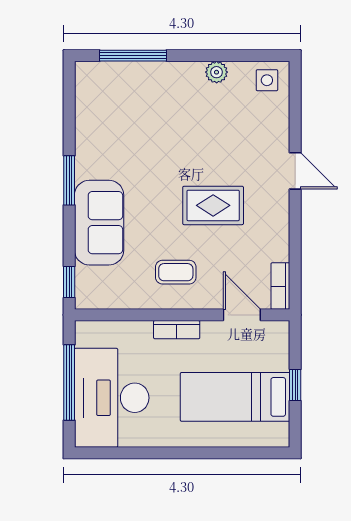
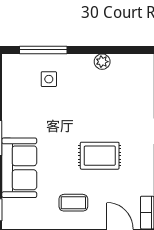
side table: (267, 80) -> (49, 79), moved

